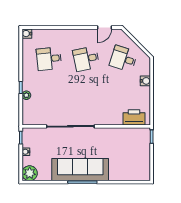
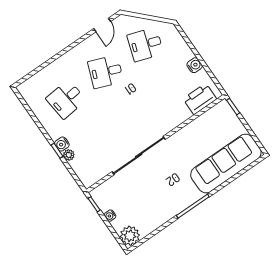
water cooler: (27, 34) -> (62, 144), moved
desk: (86, 59) -> (106, 72), turned 33
water cooler: (145, 81) -> (195, 65), moved
sofa: (80, 170) -> (226, 163), moved

